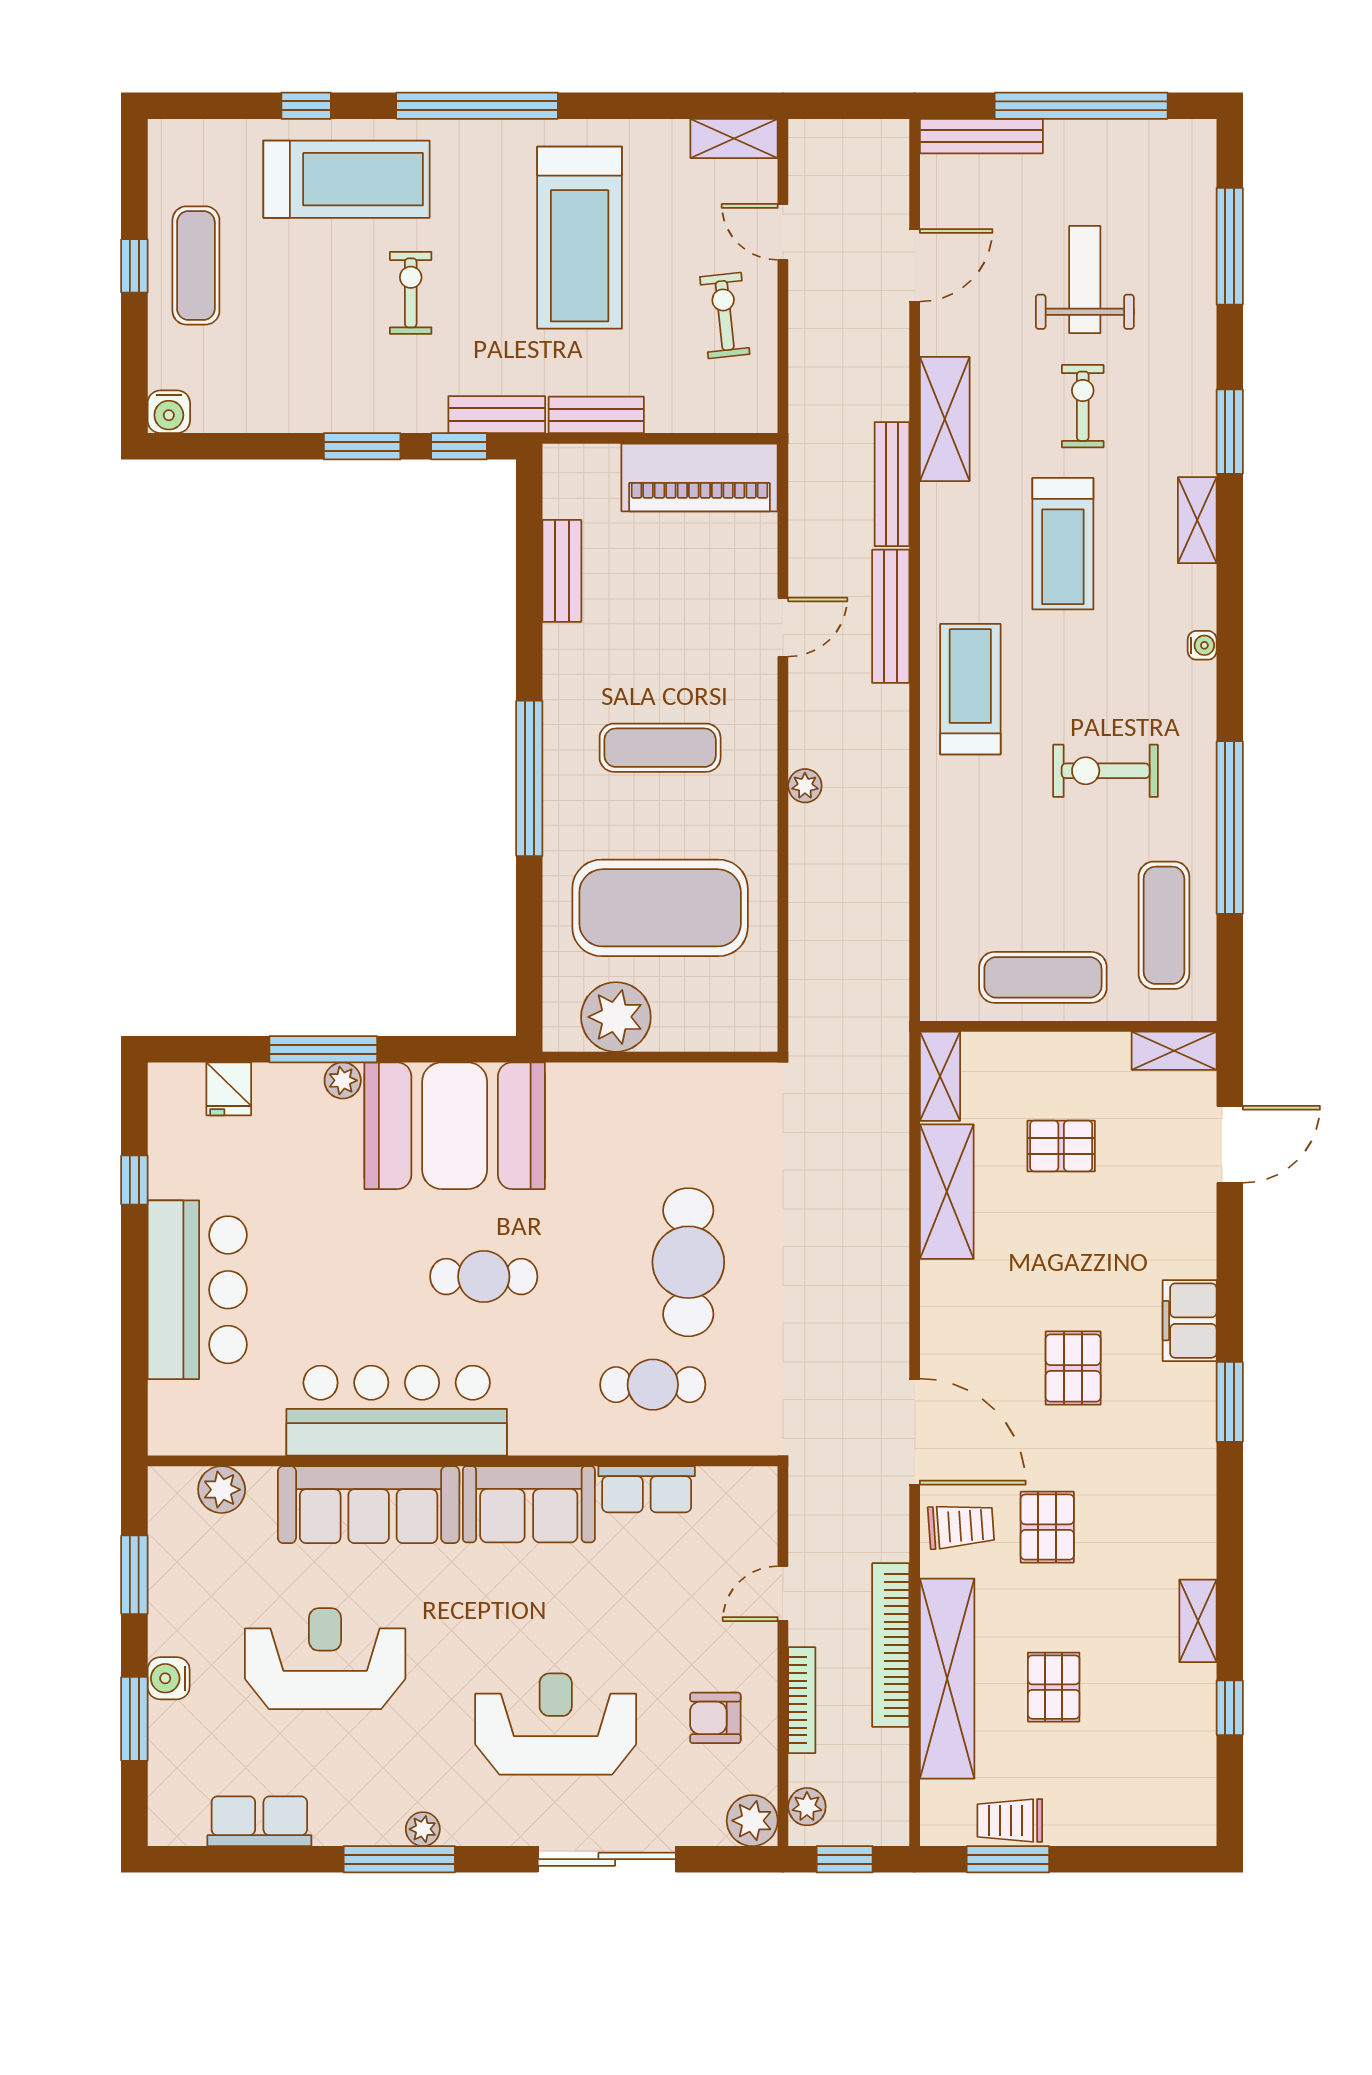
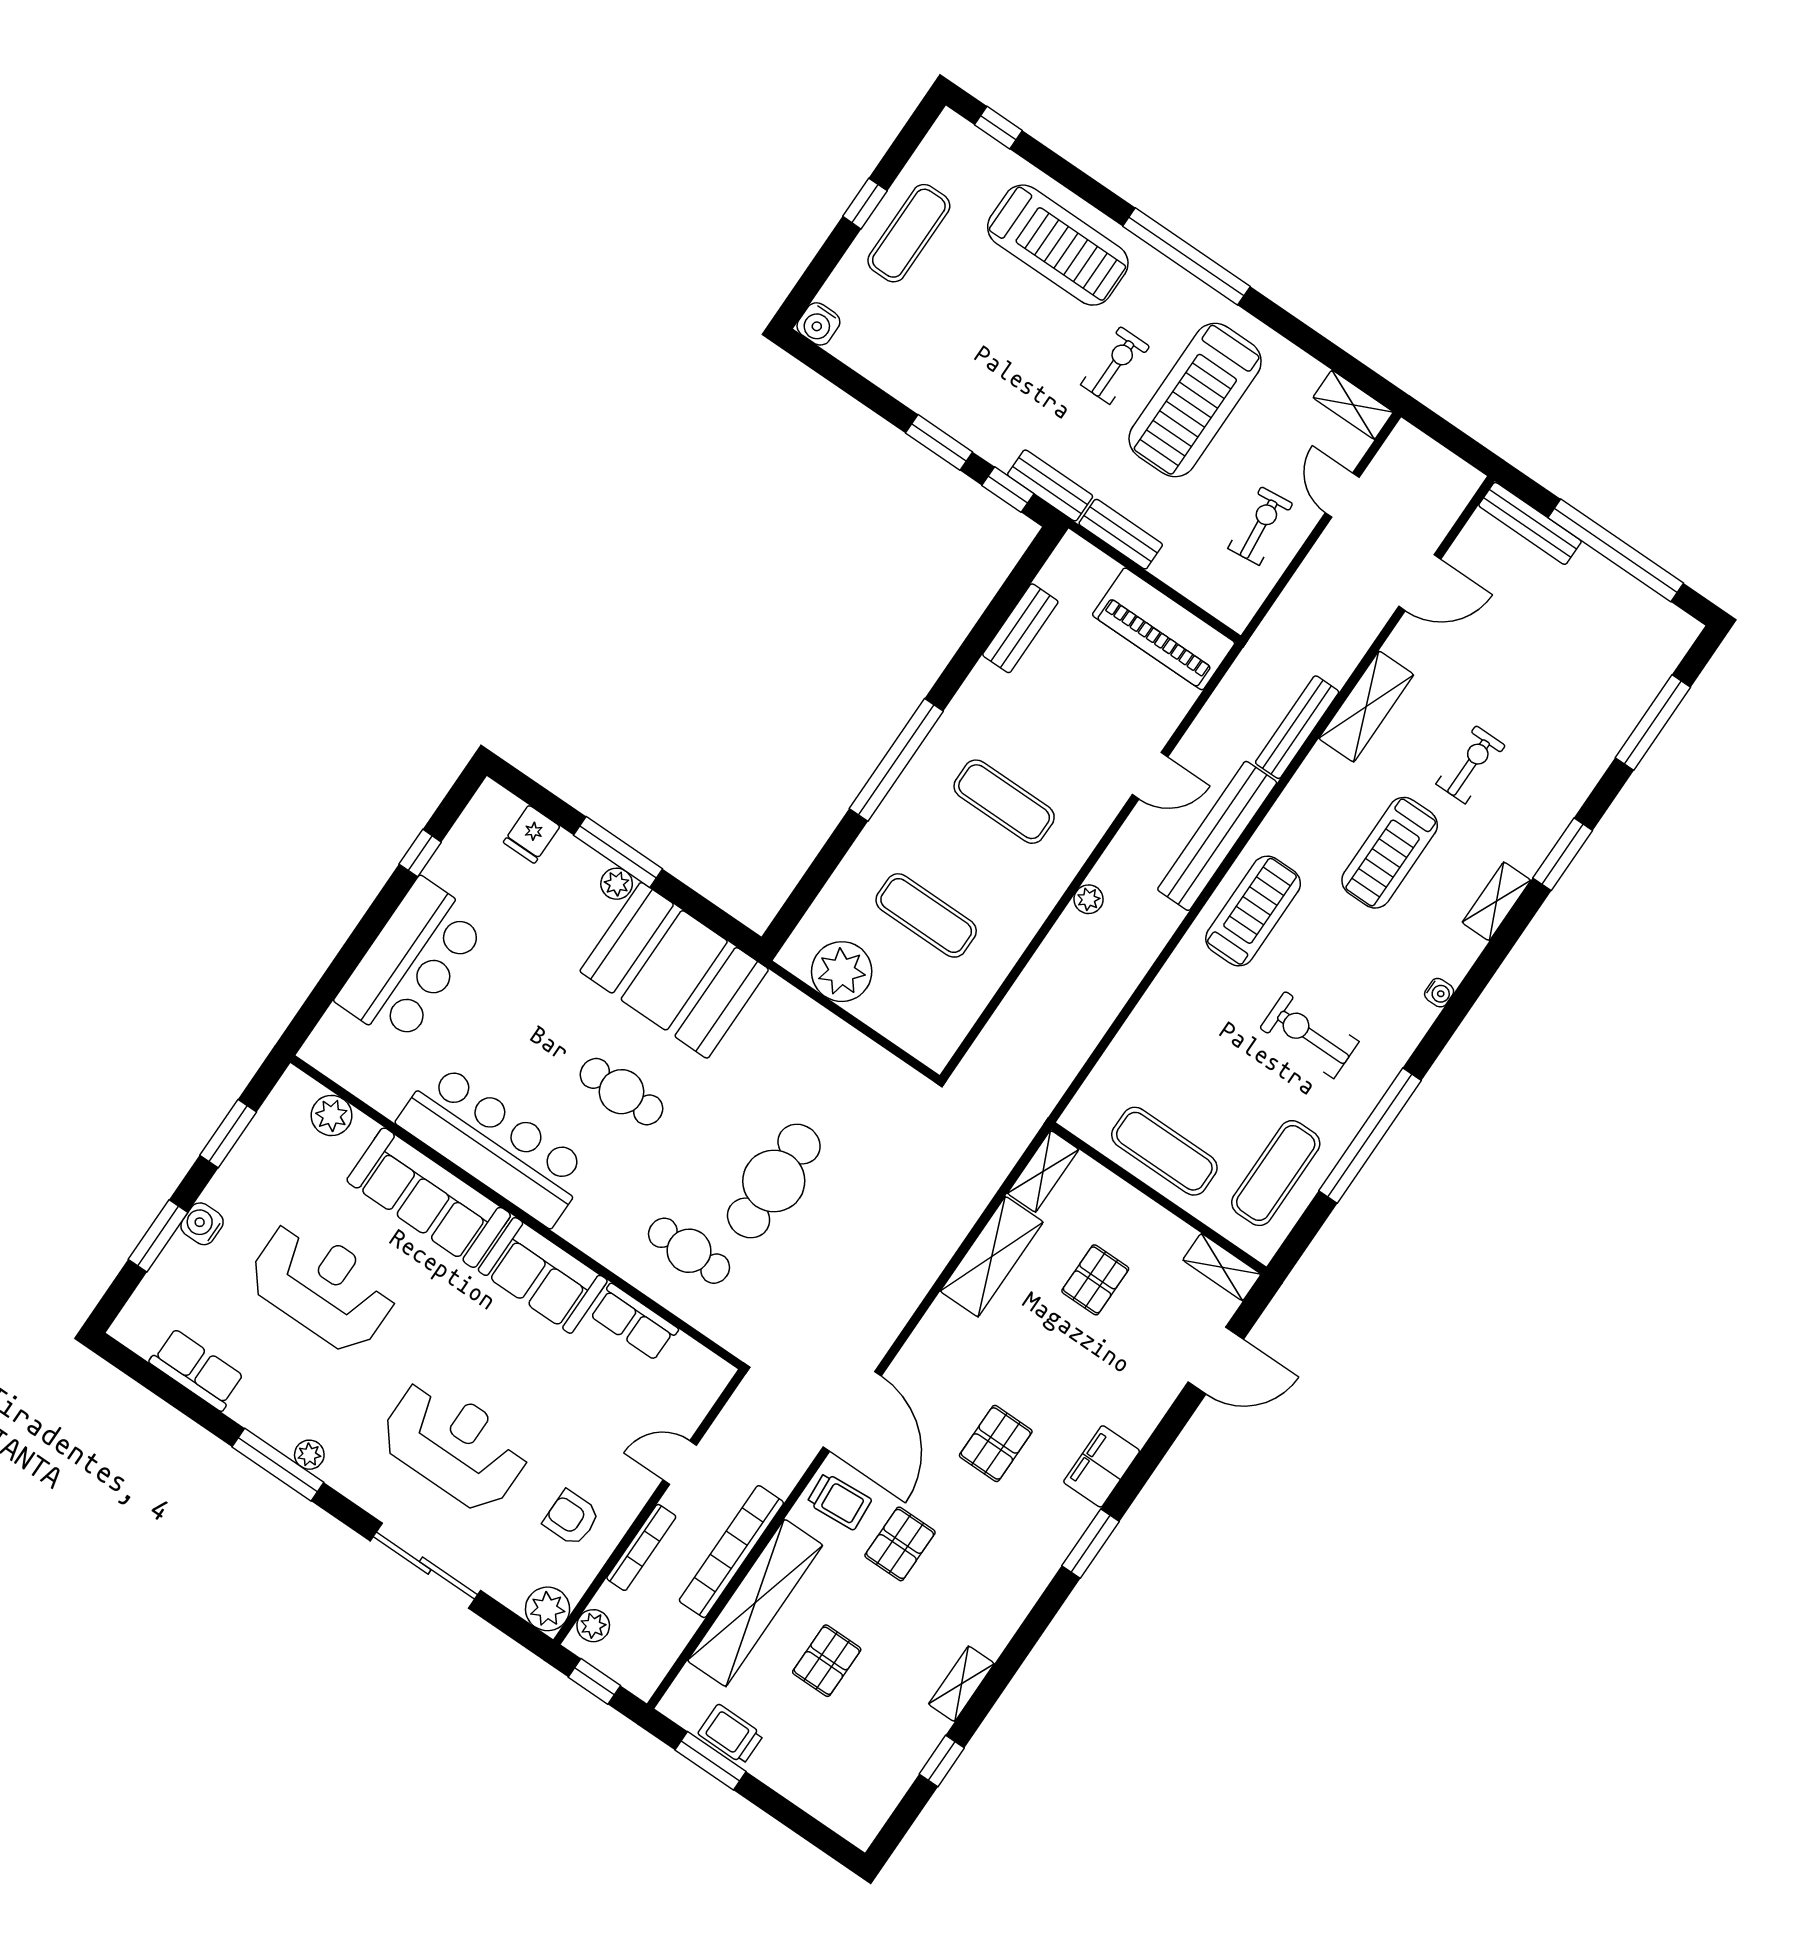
window: (306, 106) -> (998, 128), moved
weight bench: (1085, 280) -> (1534, 676), removed
exercise bike: (411, 293) -> (1115, 365), moved
bench: (891, 616) -> (1217, 836), width x1.37, depth x1.21
exercise mat: (660, 908) -> (926, 915), width x0.50, depth x0.69
pallet: (1061, 1146) -> (1095, 1280), turned 90

